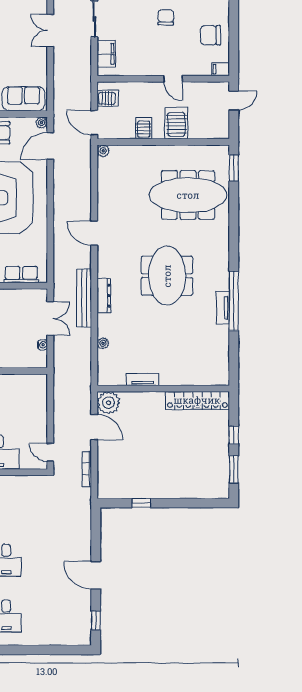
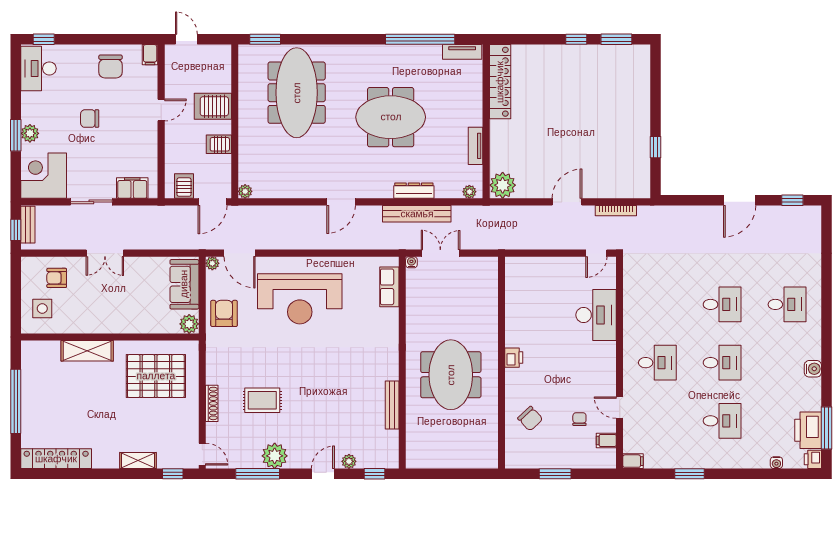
tv unit: (223, 308) -> (462, 52), moved
water cooler: (42, 345) -> (411, 262), moved
tv unit: (142, 379) -> (476, 146), moved
wall: (163, 389) -> (486, 121), moved
locker: (197, 400) -> (500, 82), moved
plant: (108, 403) -> (503, 185), moved

